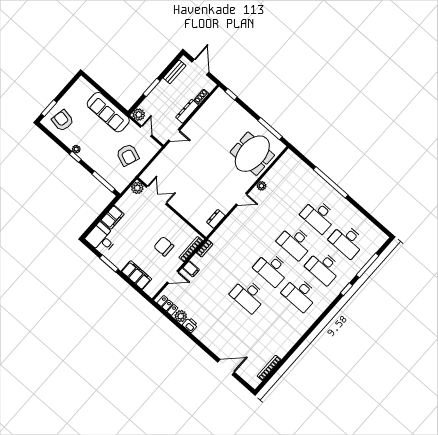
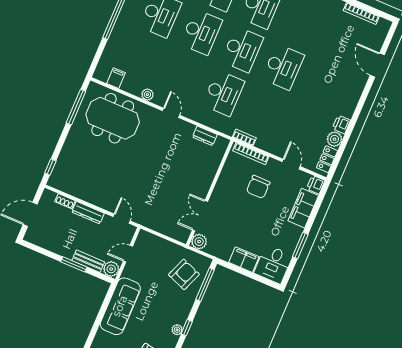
bench: (175, 72) -> (88, 261), moved
armchair: (128, 155) -> (184, 274), moved
desk: (243, 244) -> (224, 93), added
filing cabinet: (191, 269) -> (116, 78), moved
printer: (151, 290) -> (316, 185), added

